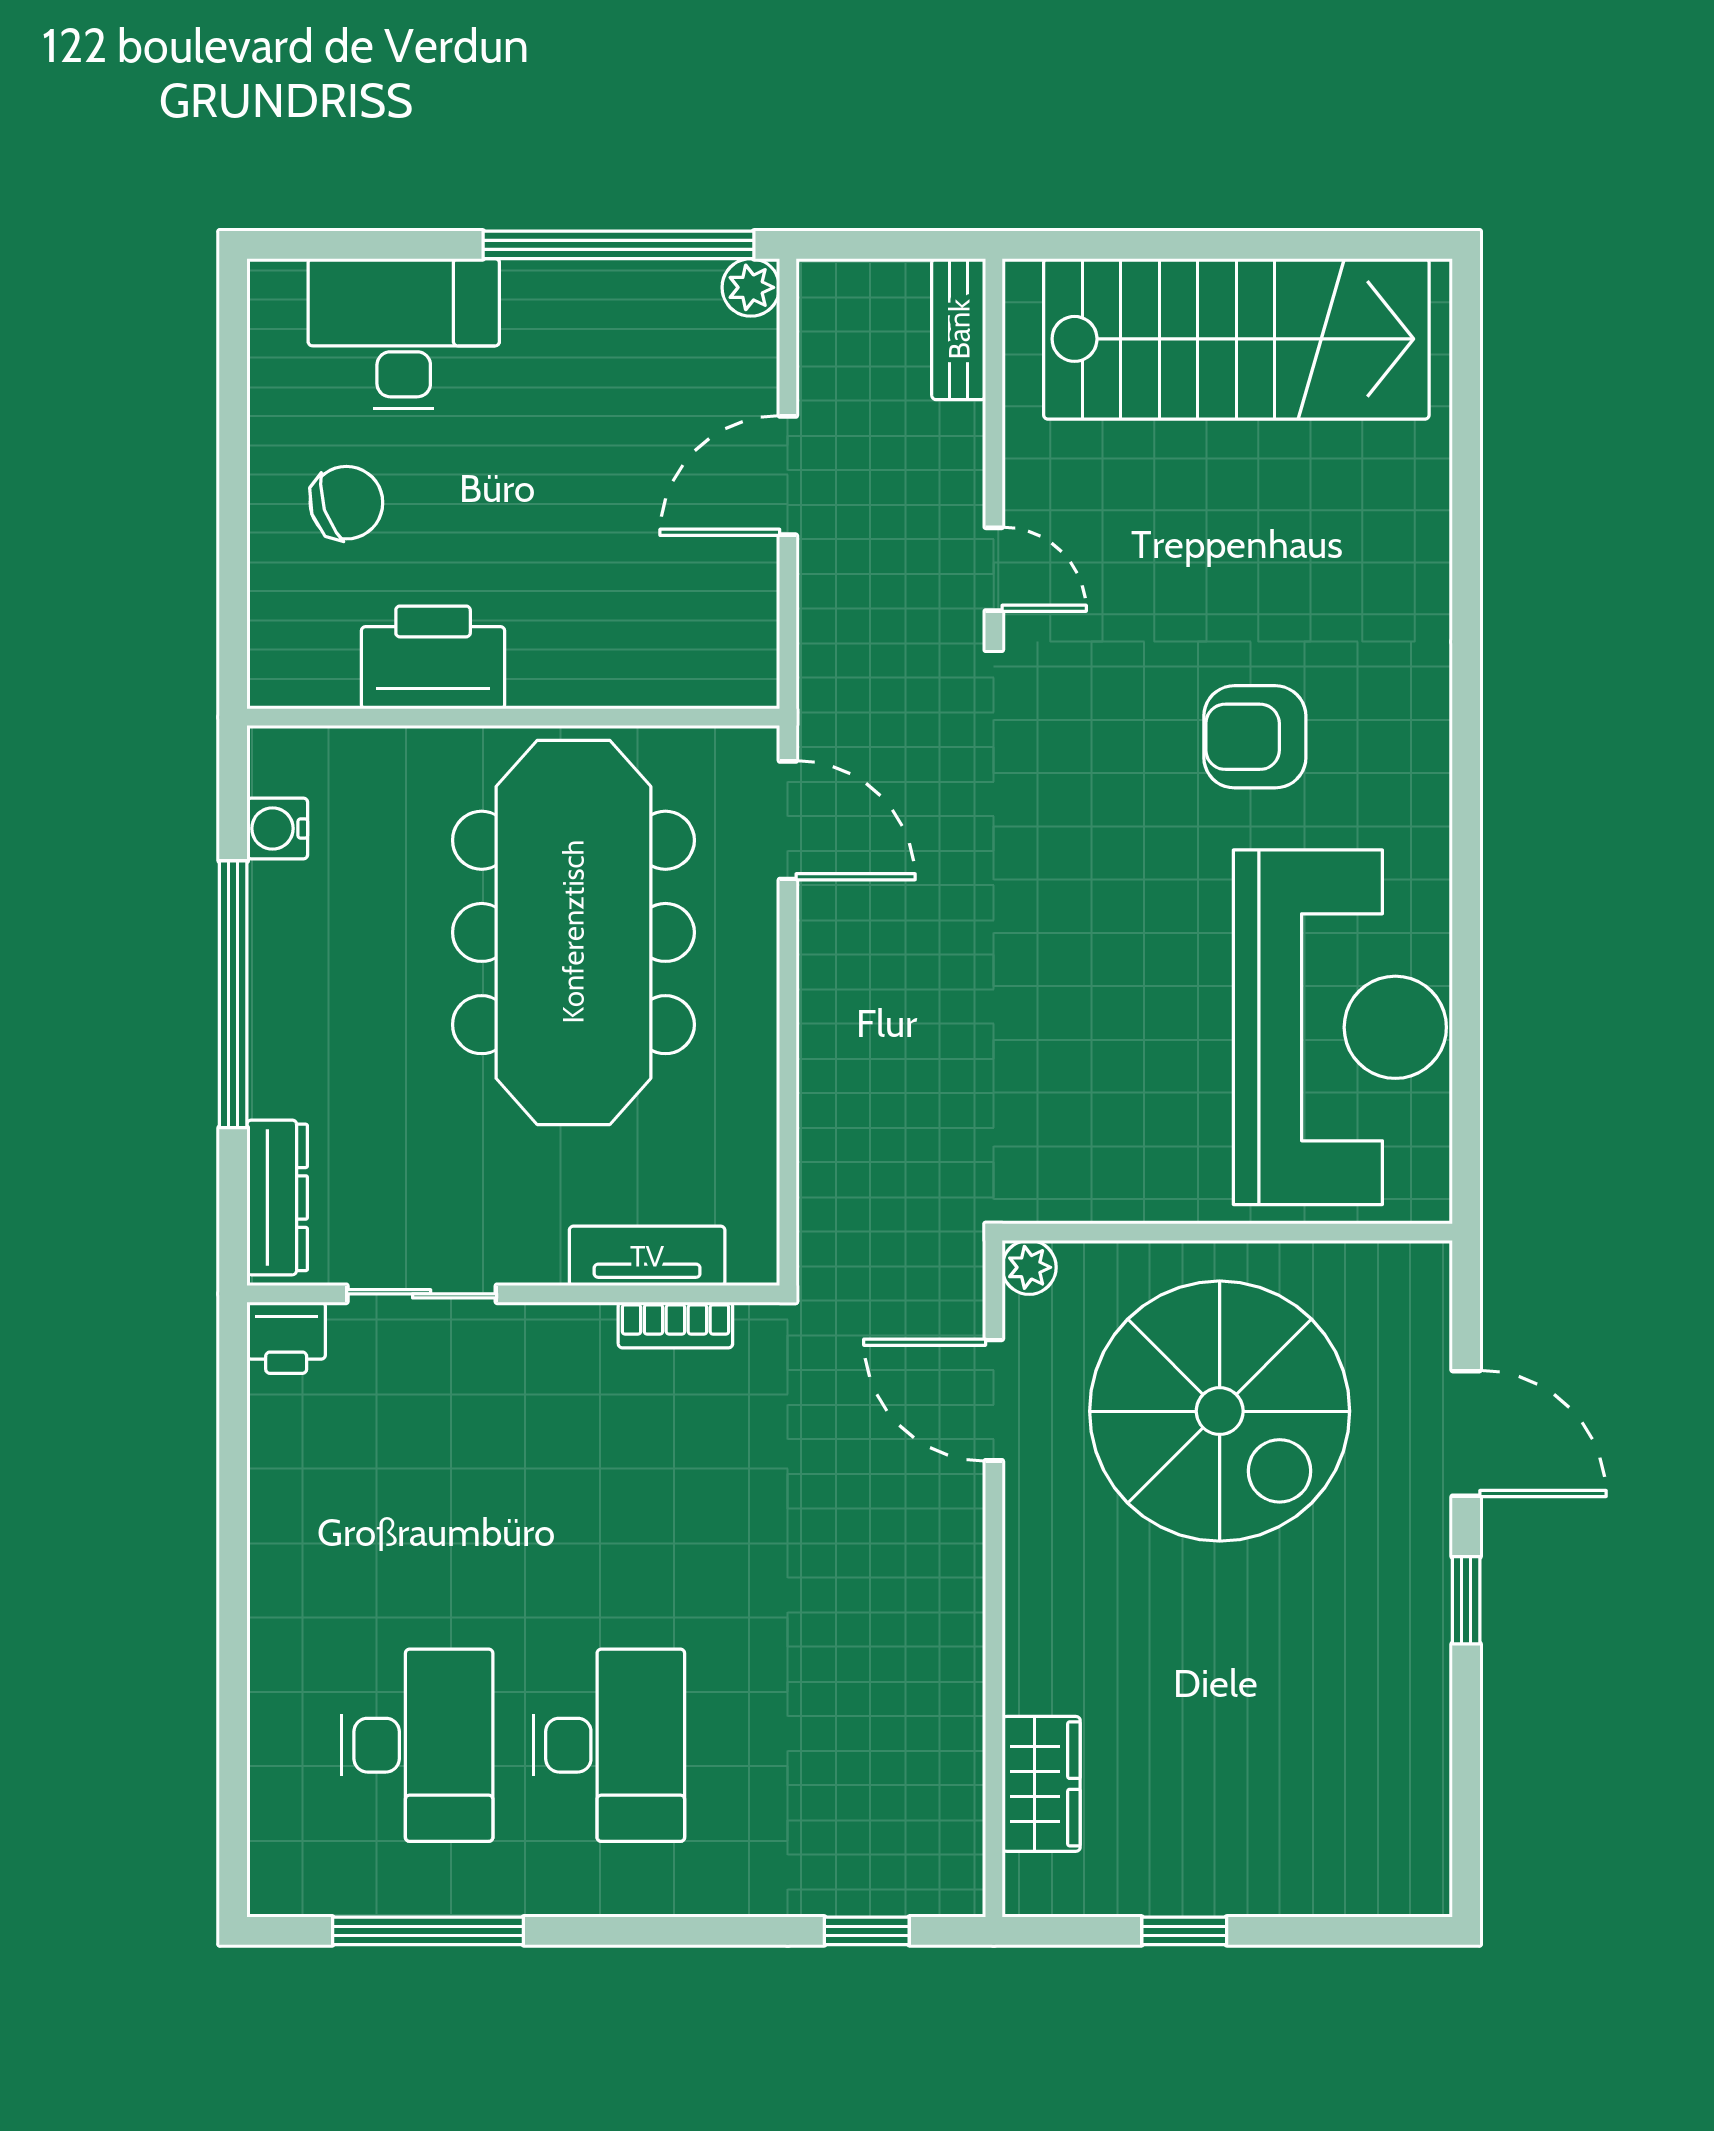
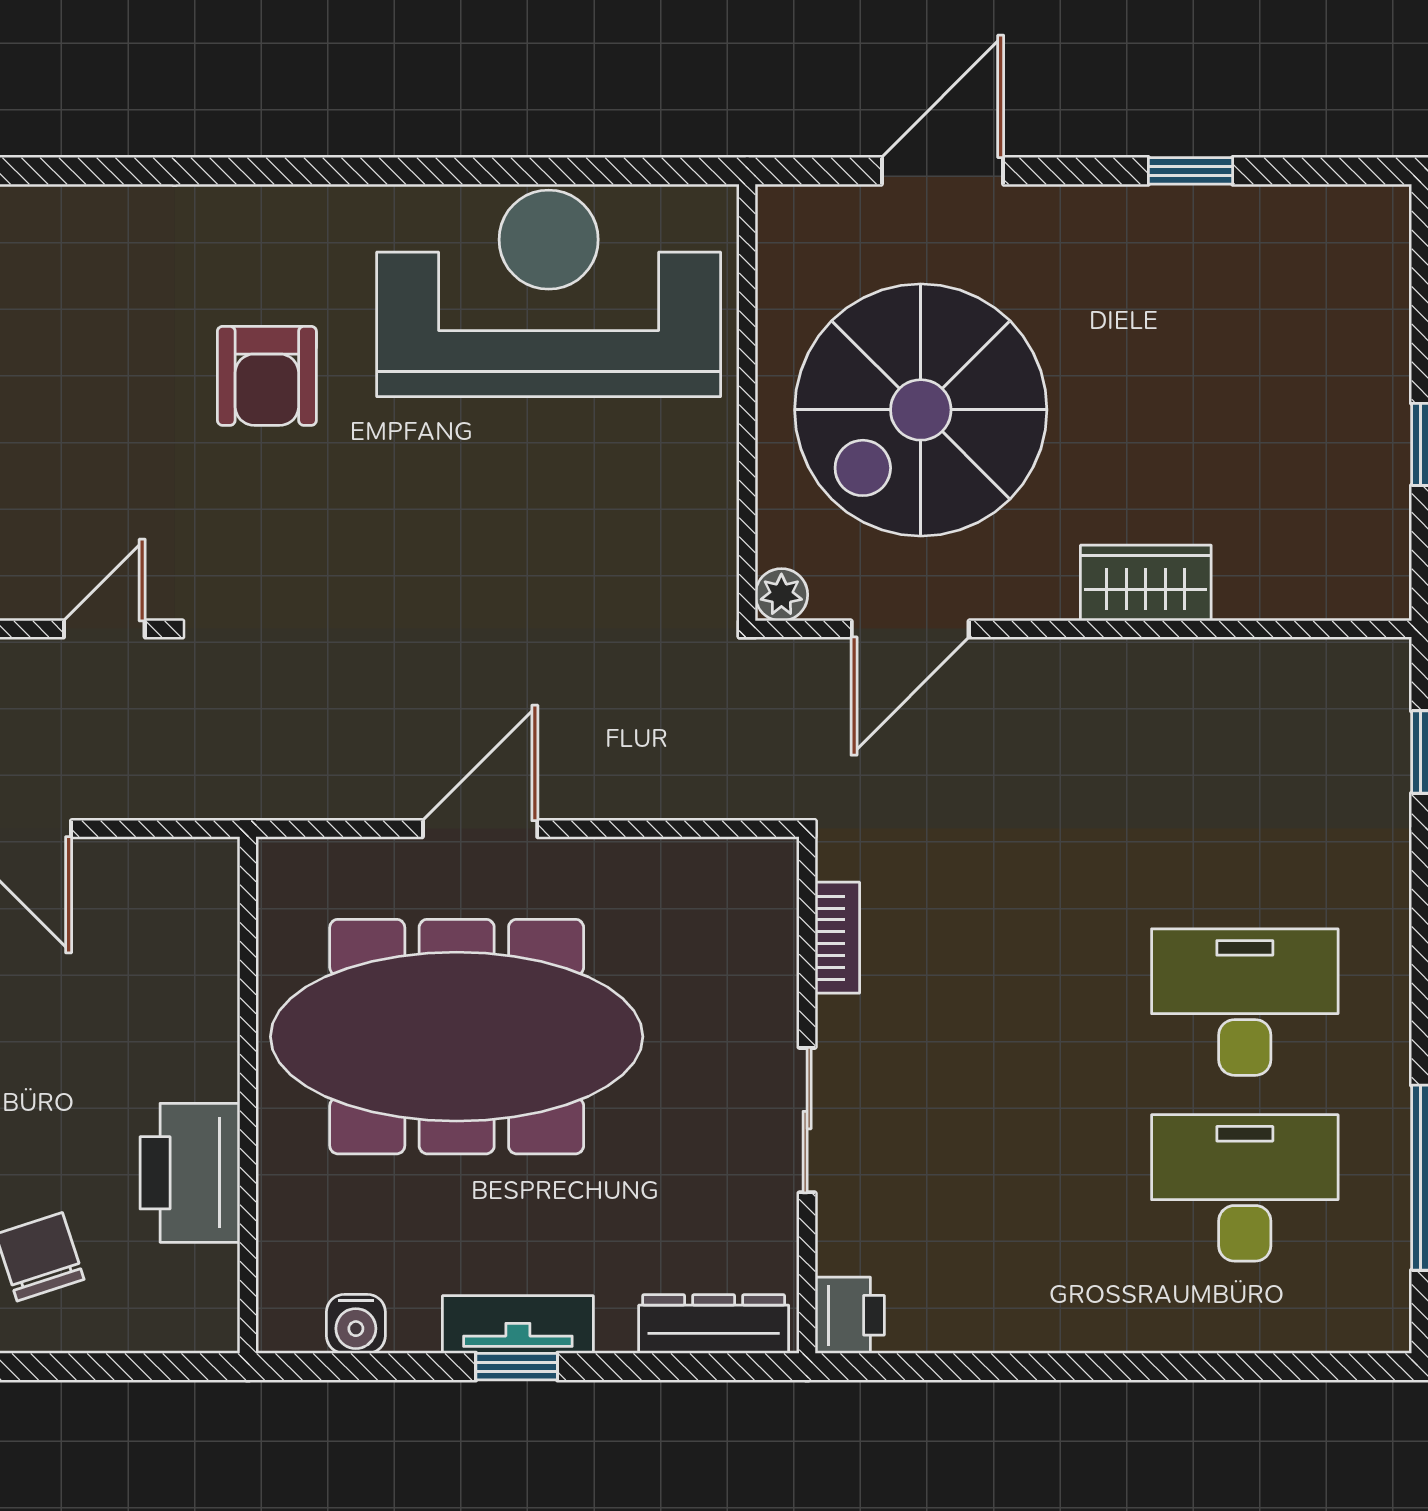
door: (788, 820) -> (480, 829), moved
window: (233, 994) -> (517, 1367), width x0.32
tv unit: (647, 1256) -> (518, 1324), moved, turned 90
sliding door: (422, 1294) -> (807, 1120), moved
spiral stairs: (1220, 1411) -> (921, 410), turned 180
window: (1466, 1600) -> (1190, 171), moved
wardrobe: (1041, 1784) -> (1146, 583), moved

